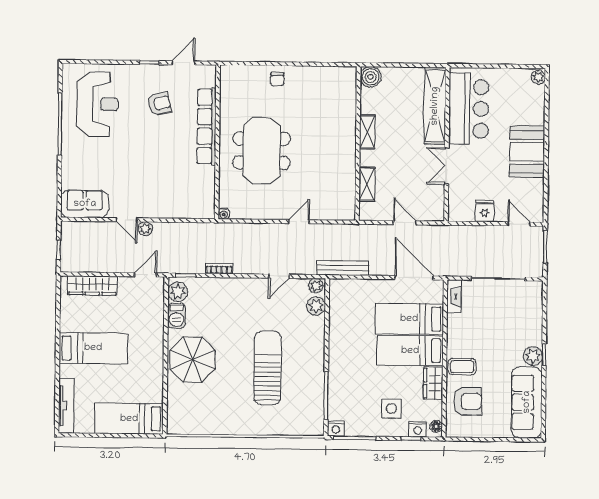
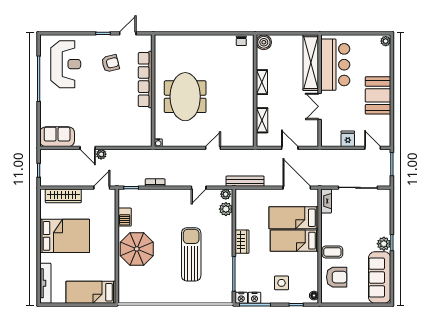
chair: (277, 79) -> (241, 41), moved
plant: (178, 292) -> (125, 200), removed
bed: (93, 348) -> (65, 236), width x1.50
wardrobe: (433, 383) -> (242, 242), moved, turned 180
nightstand: (418, 429) -> (254, 298), moved

